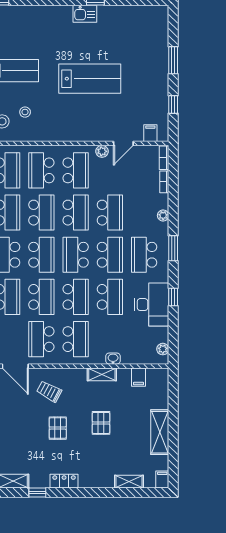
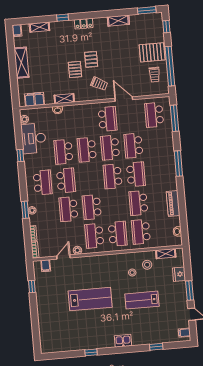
kitchen sink: (85, 14) -> (123, 341), moved
window: (173, 60) -> (34, 317), removed
lab bench: (90, 79) -> (90, 299), turned 180
school desk: (41, 213) -> (115, 205), removed
window: (173, 248) -> (25, 210), moved
school desk: (76, 255) -> (89, 178), removed
school desk: (110, 255) -> (66, 180), turned 180
desk: (152, 305) -> (34, 138), moved
school desk: (76, 339) -> (84, 121), removed
filing cabinet: (139, 377) -> (34, 99), width x2.00
pallet: (101, 423) -> (75, 69), moved
window: (37, 492) -> (63, 18), moved

